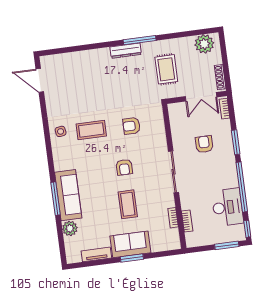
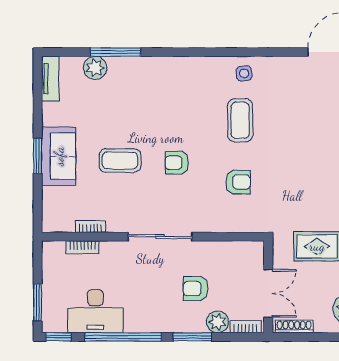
double door: (201, 97) -> (268, 293), swing flipped
armchair: (131, 126) -> (238, 182), turned 90
plant: (224, 127) -> (218, 322), added
armchair: (204, 144) -> (196, 289), turned 180
sofa: (68, 195) -> (146, 72), removed
window: (56, 199) -> (116, 52), moved
tv unit: (96, 254) -> (50, 79), moved

